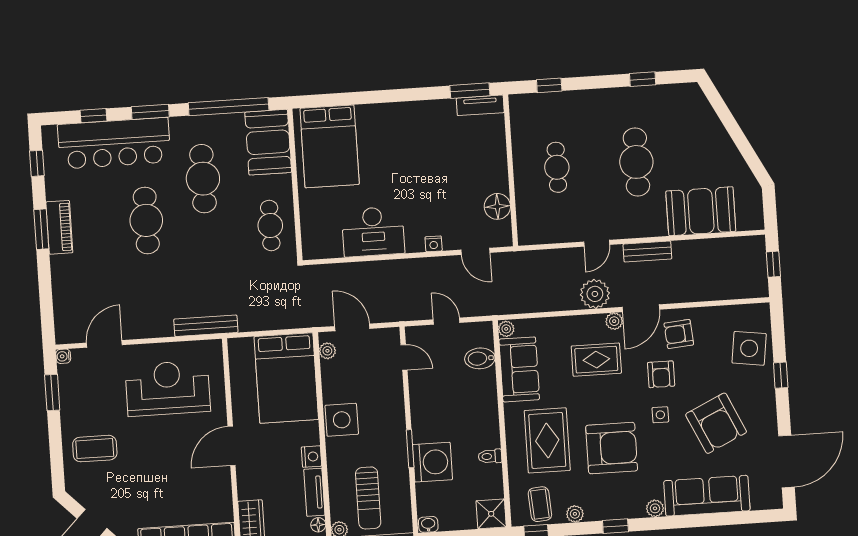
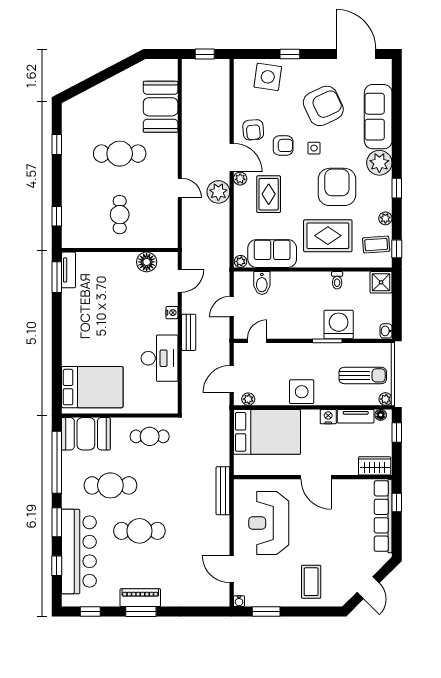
cafe table: (557, 167) -> (120, 215), turned 90
bench: (647, 251) -> (189, 332), moved
plant: (655, 508) -> (379, 163), width x1.87, depth x1.87

